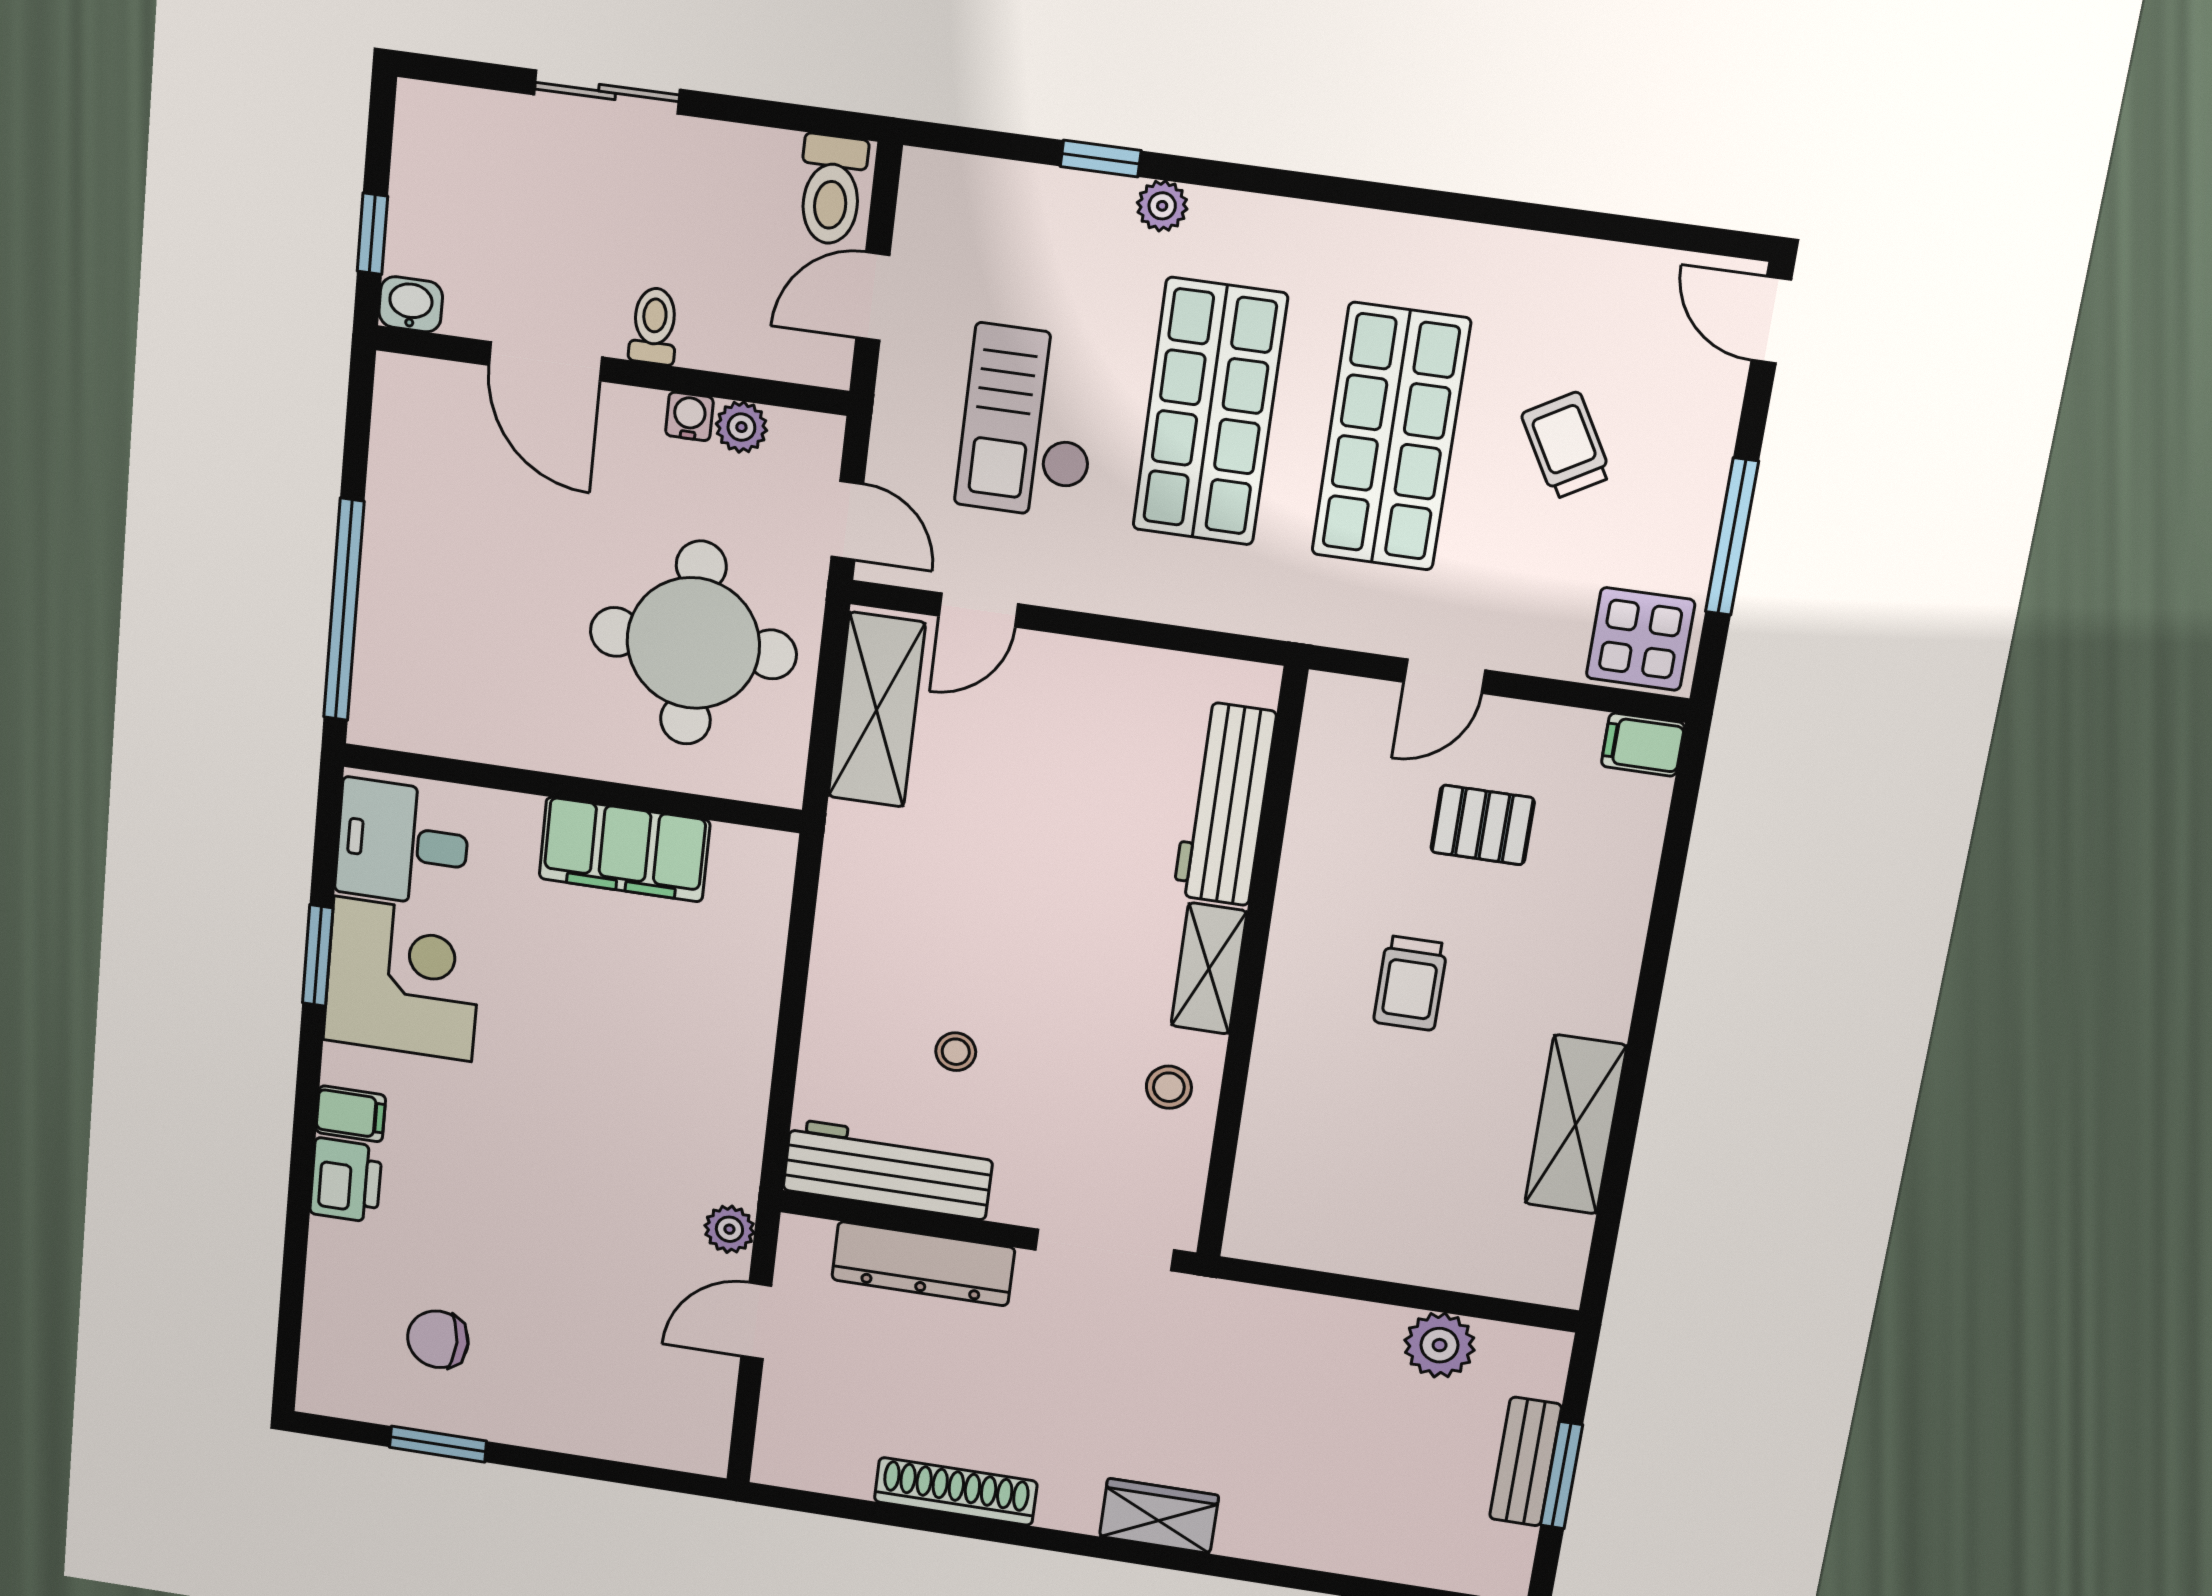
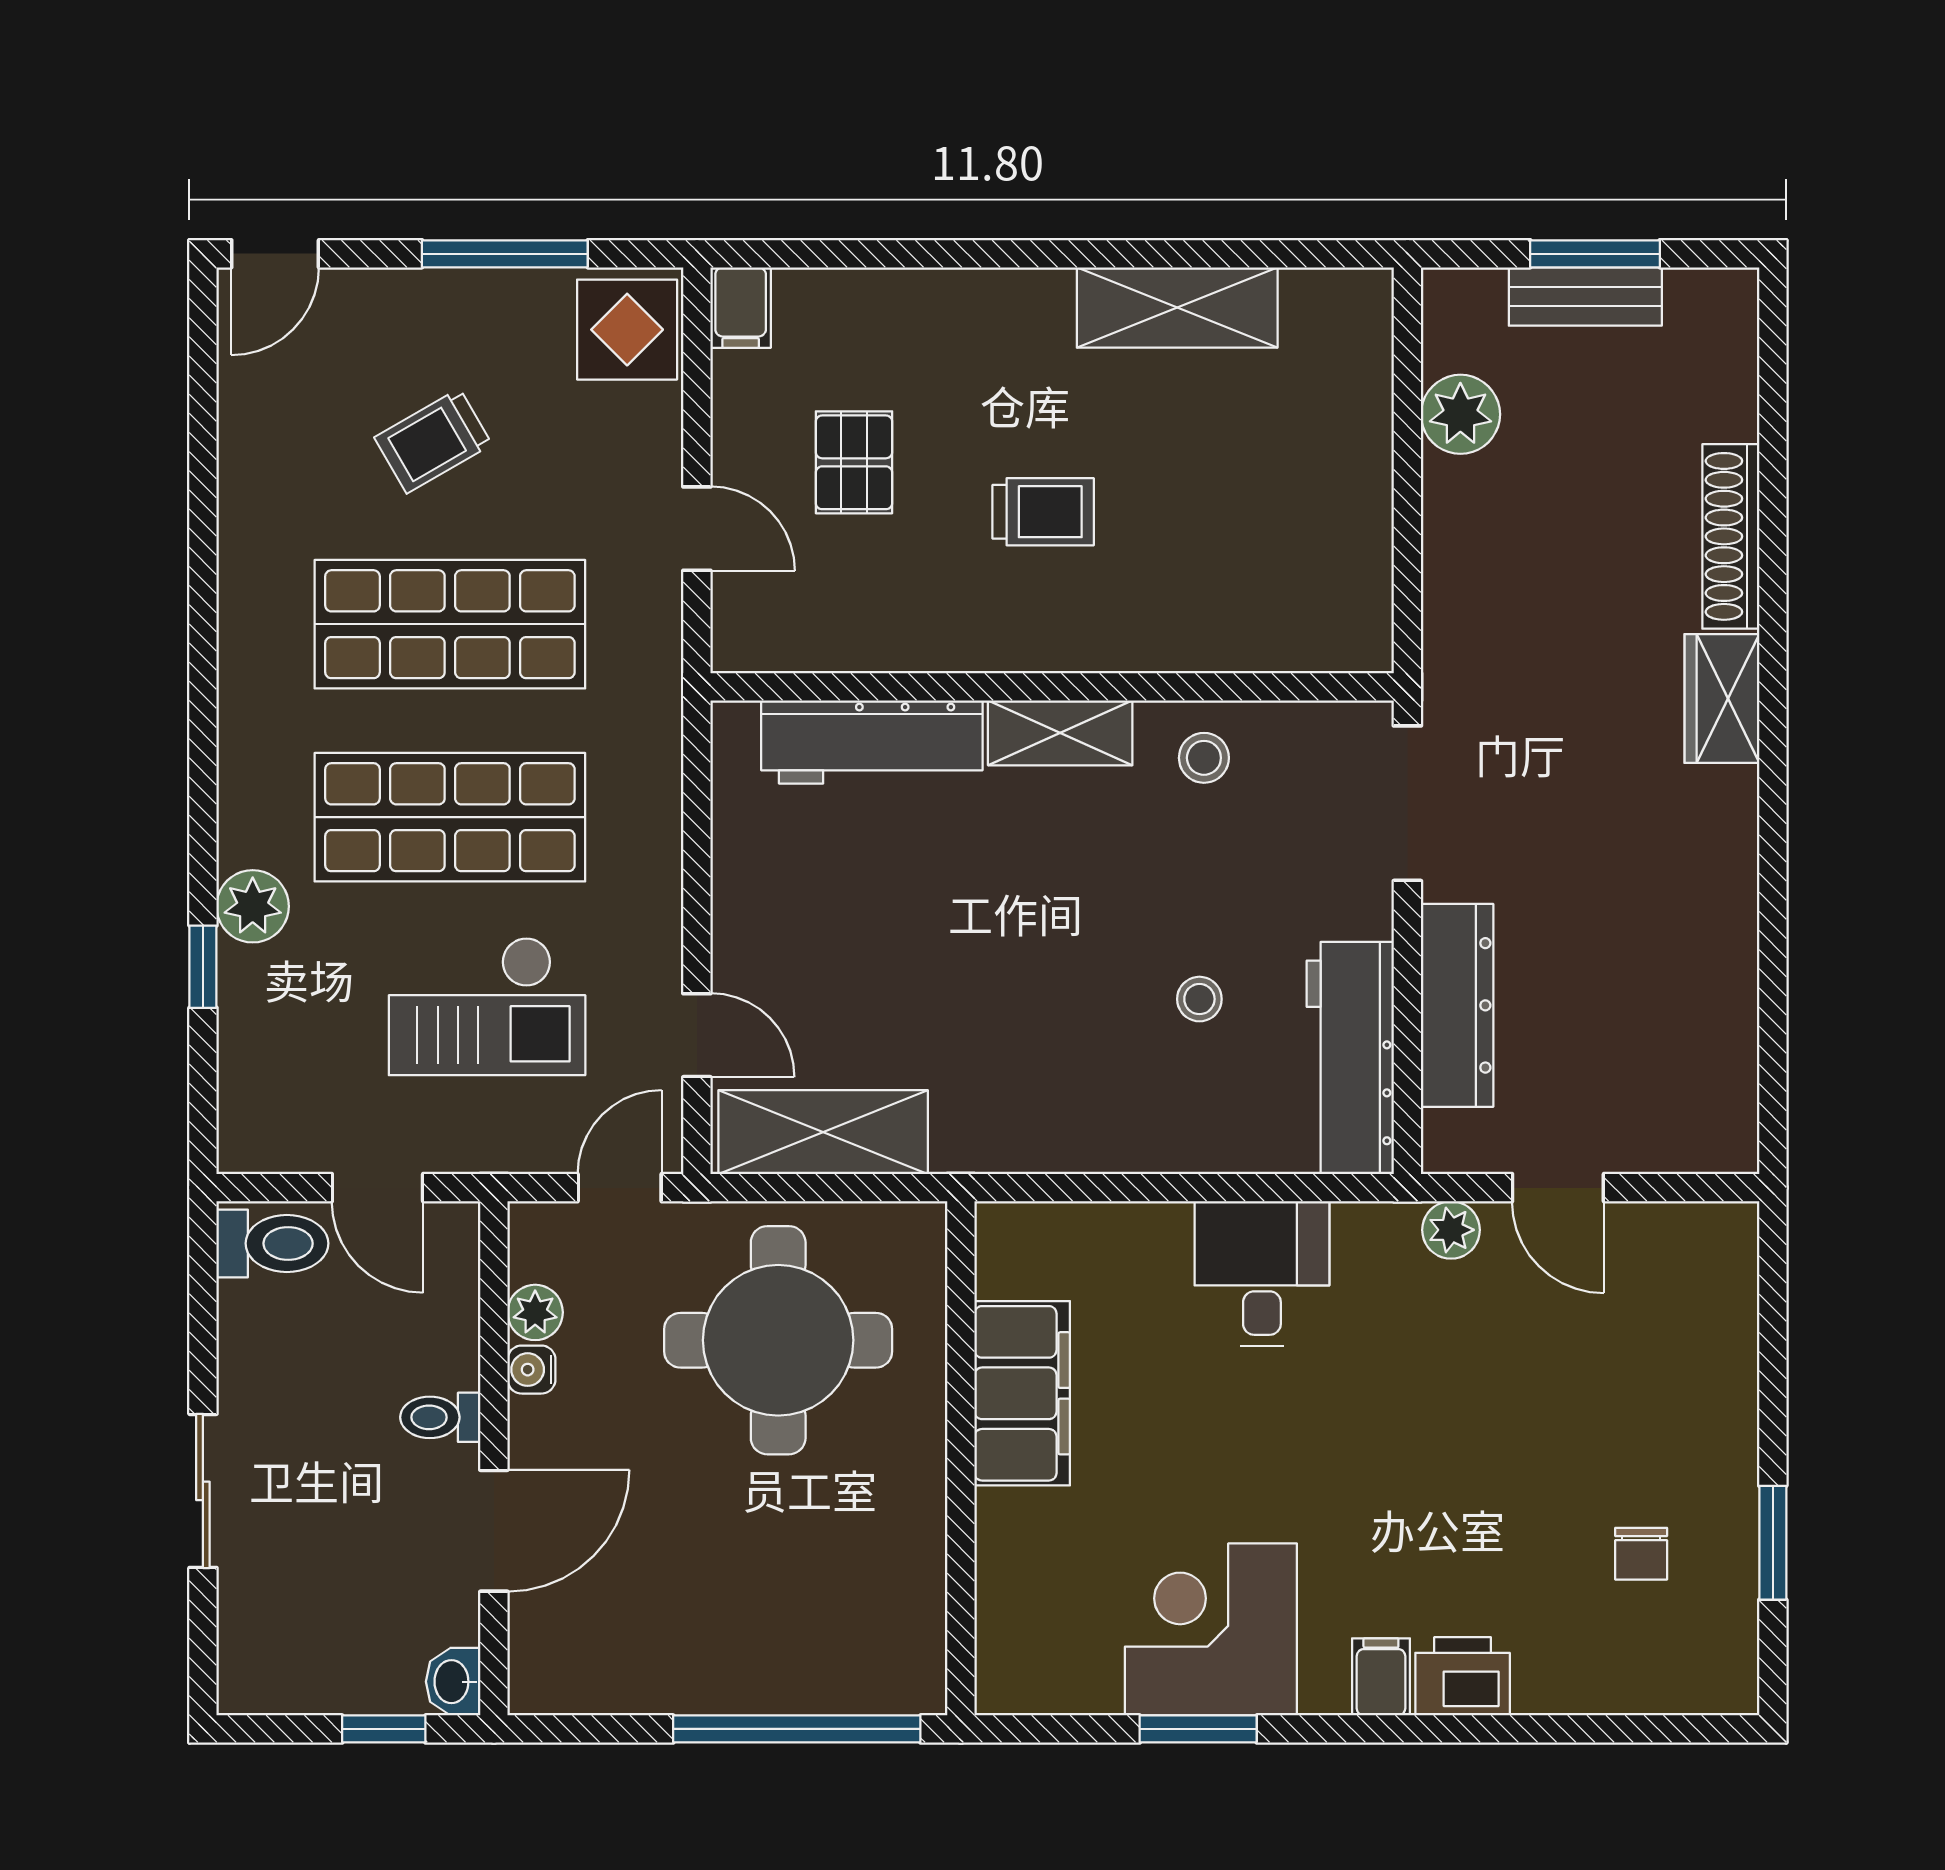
plant: (1162, 206) -> (253, 906), width x1.38, depth x1.38
desk: (403, 843) -> (1262, 1274), moved, turned 180
chair: (438, 1339) -> (1641, 1554), width x0.73, depth x0.73
shoe rack: (956, 1491) -> (1731, 536), moved

